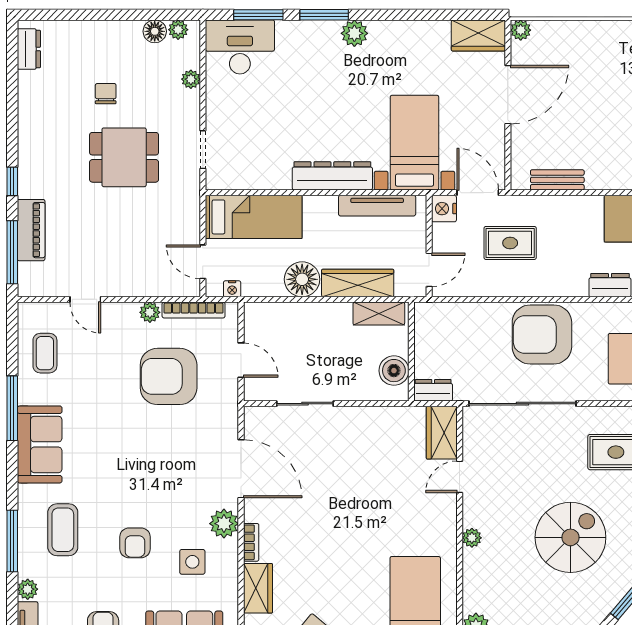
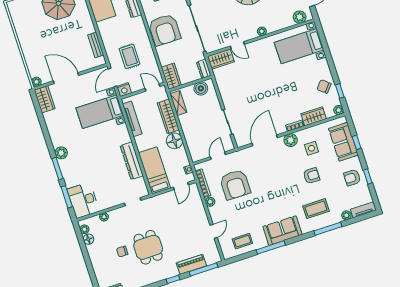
dining table: (124, 157) -> (148, 247), moved
dresser: (332, 176) -> (132, 161), moved
wardrobe: (440, 317) -> (171, 76), added

